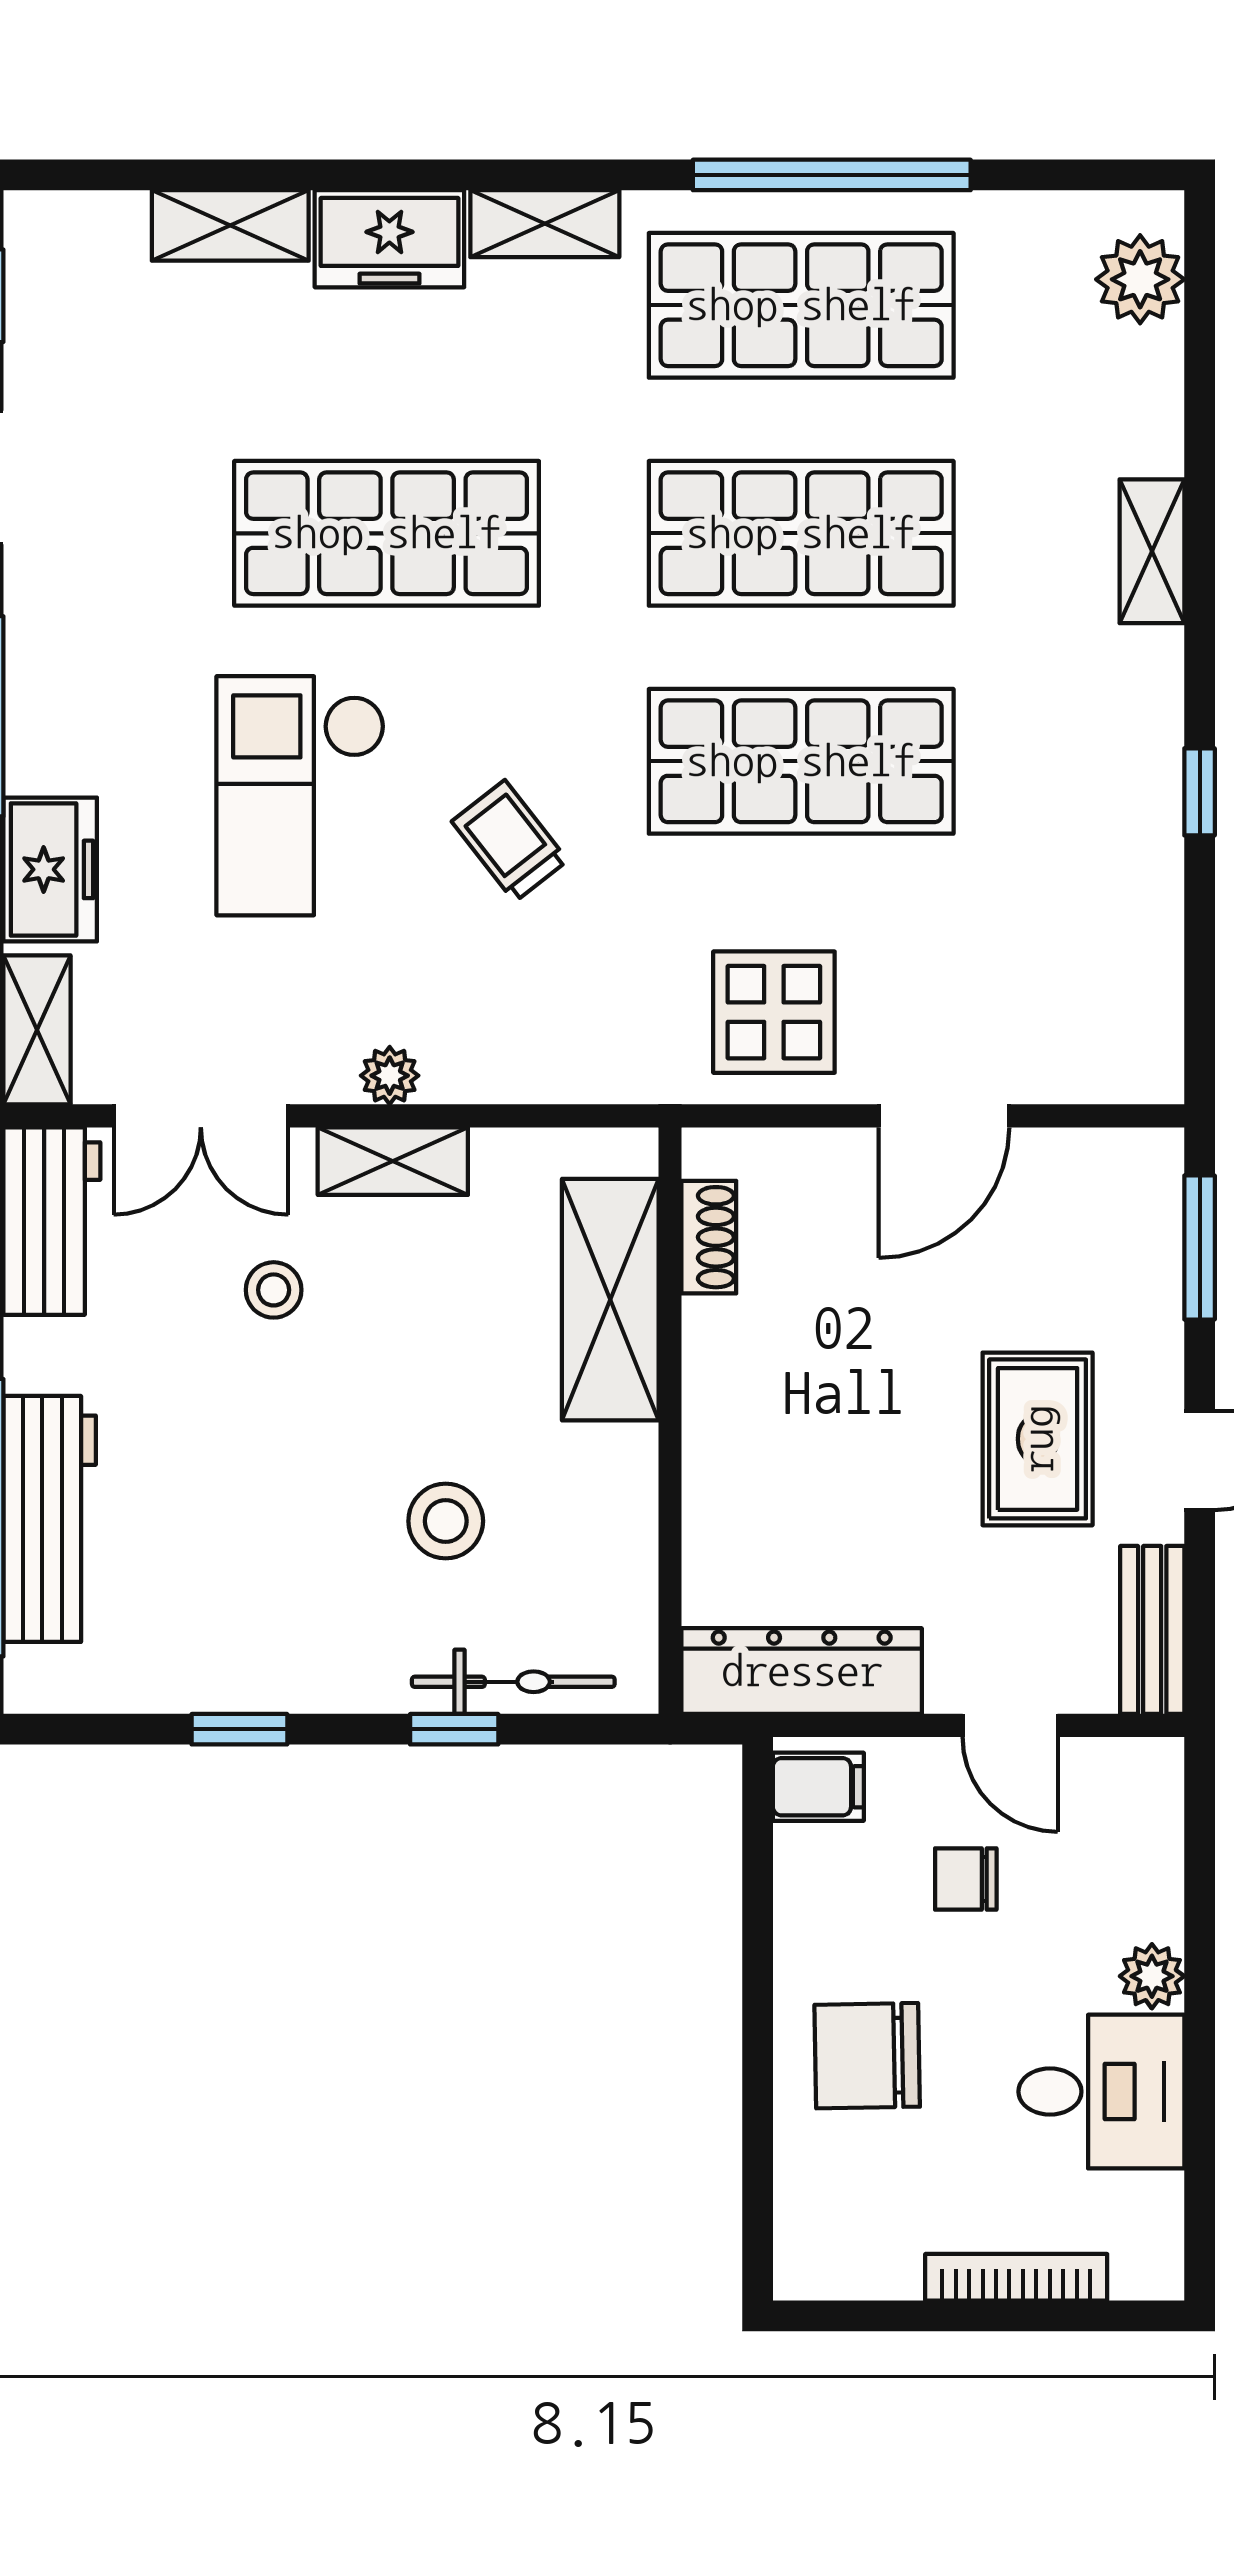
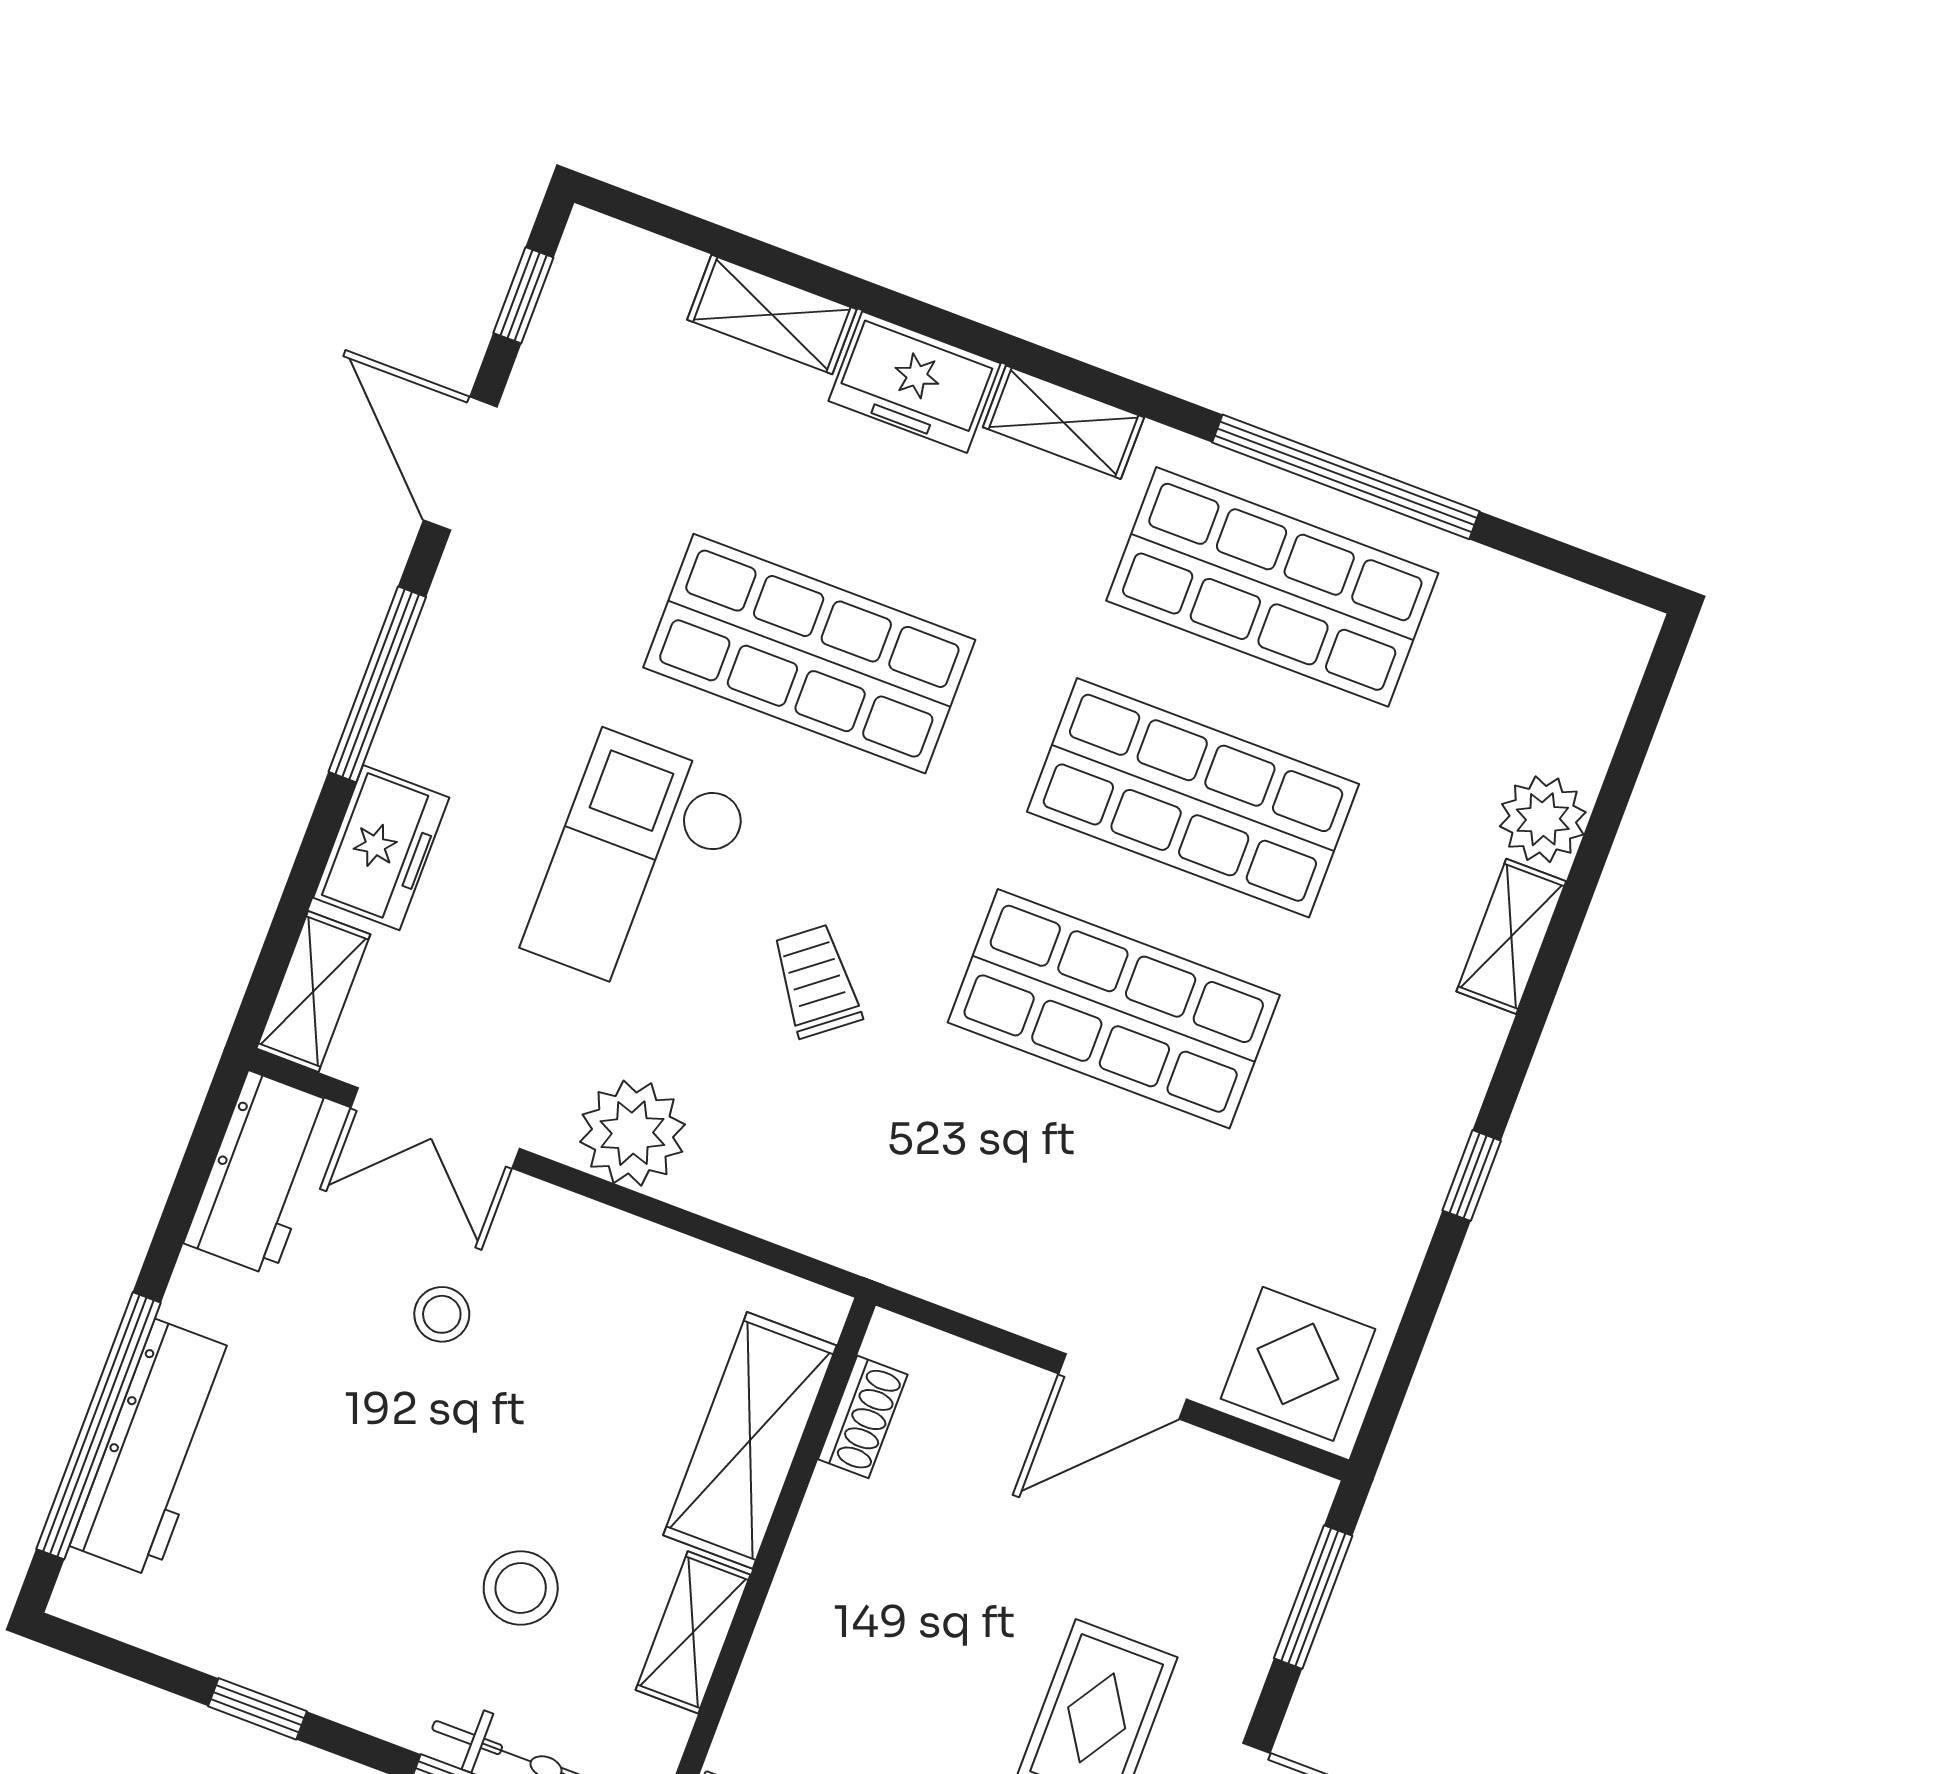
plant: (1140, 279) -> (1543, 819), moved
display table: (774, 1012) -> (1298, 1364), moved
plant: (390, 1076) -> (632, 1133), width x1.88, depth x1.88
shelving: (393, 1161) -> (693, 1632), moved, turned 90

